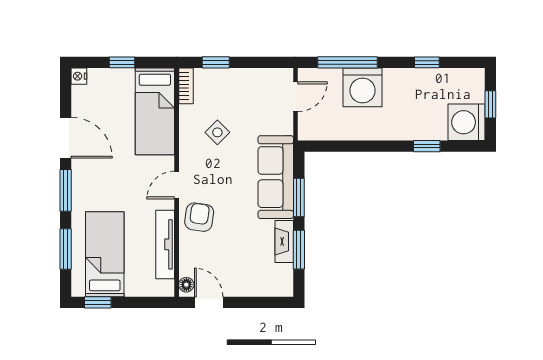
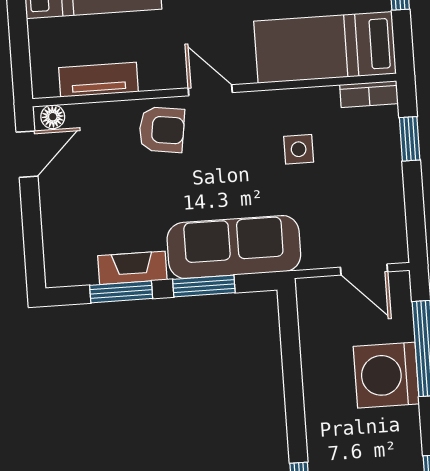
side table: (217, 132) -> (299, 149), turned 45
tv unit: (165, 244) -> (98, 80), width x0.71

